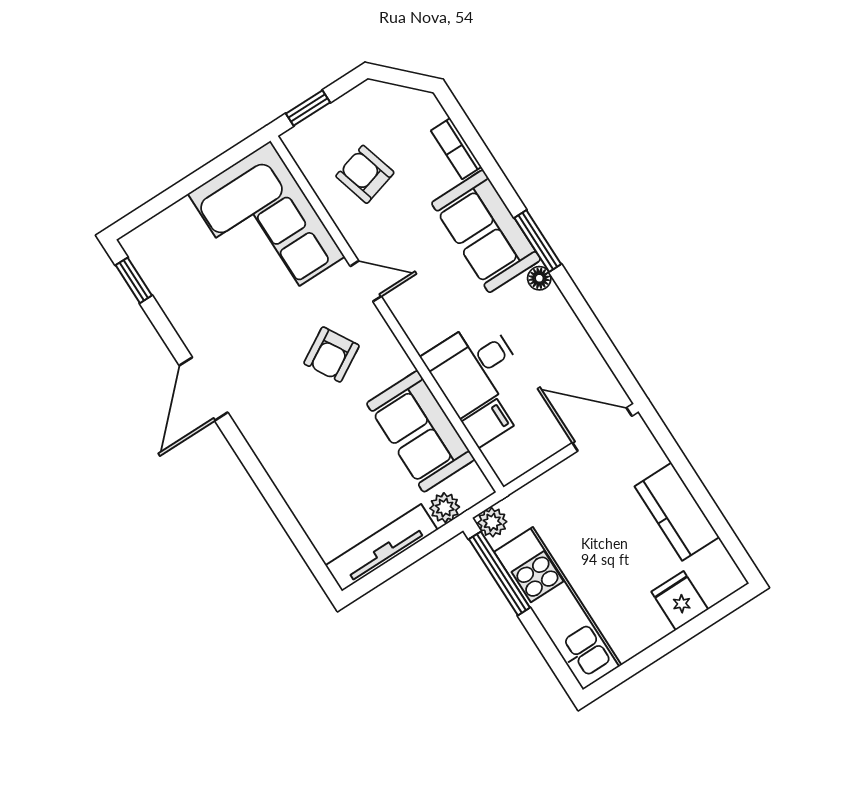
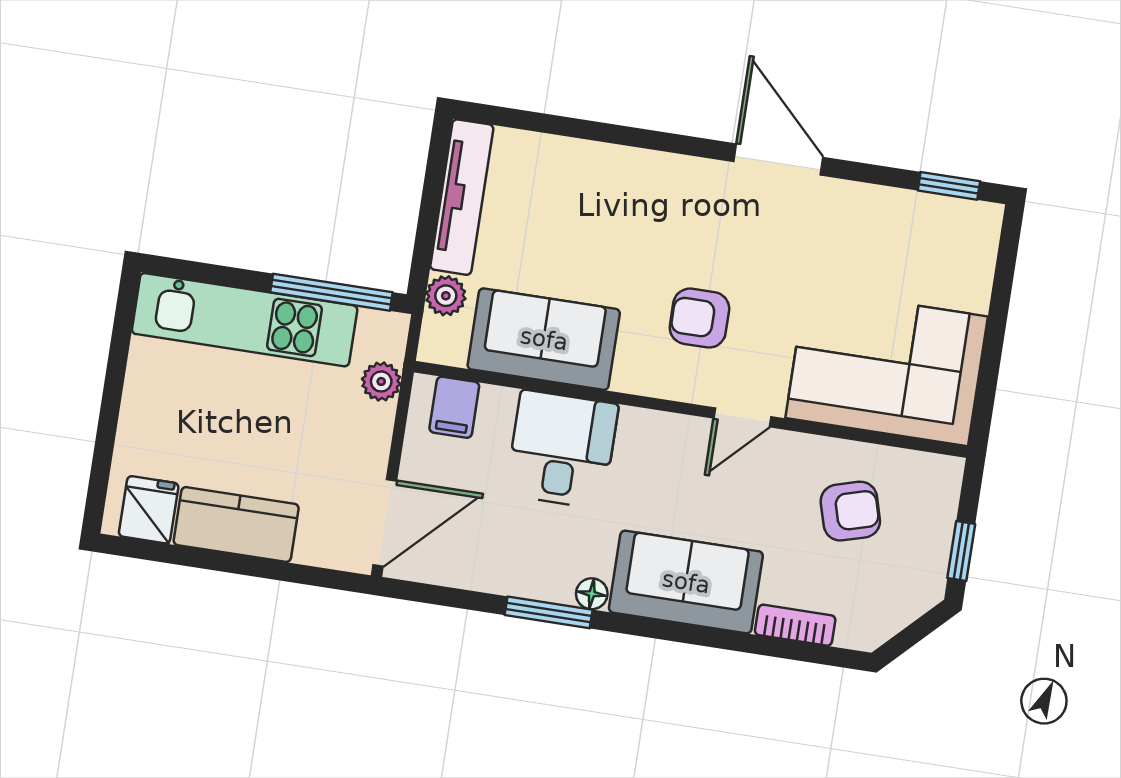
window: (308, 108) -> (961, 551), moved
window: (538, 241) -> (549, 612), moved
armchair: (332, 354) -> (699, 318), turned -60
filing cabinet: (488, 424) -> (454, 407), moved
plant: (492, 522) -> (381, 381), moved
fridge: (680, 601) -> (149, 510), moved, turned -90

